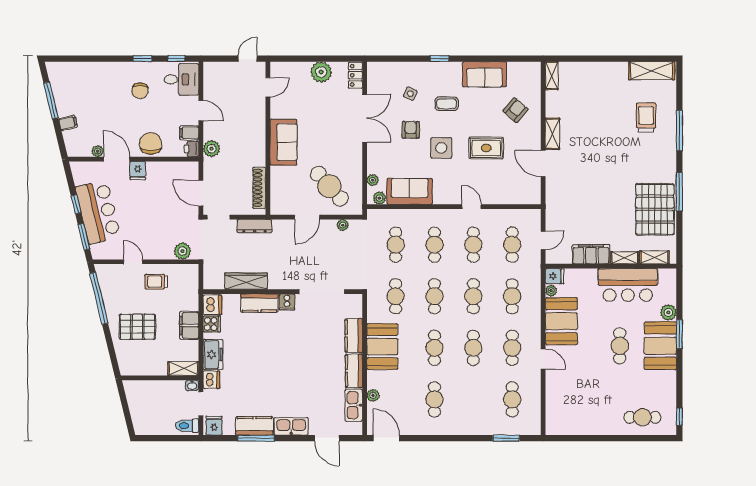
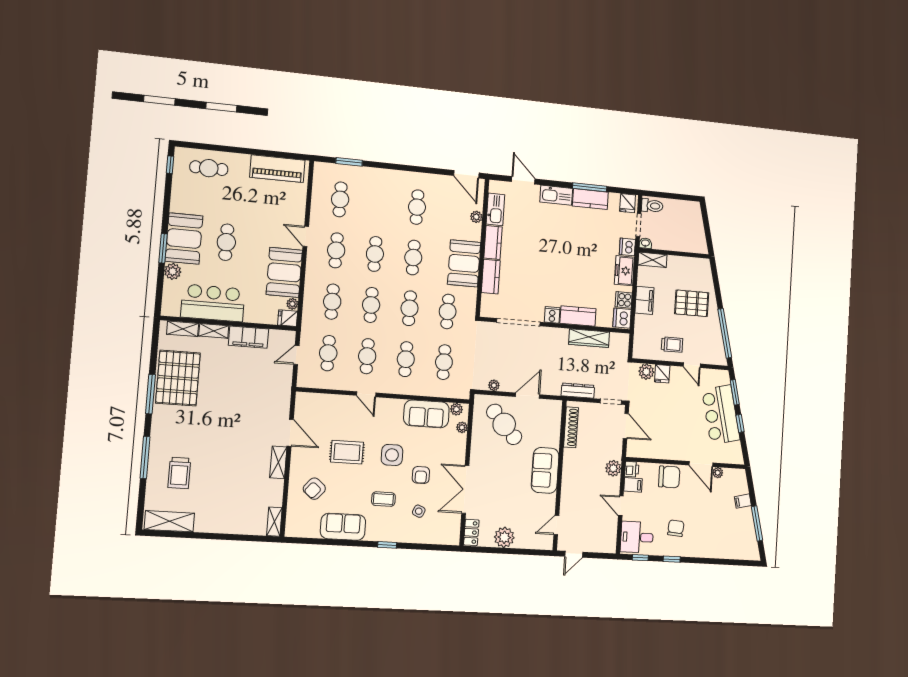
chair: (151, 143) -> (669, 477), turned -90
fridge: (138, 171) -> (662, 374), moved, turned 180
piano: (576, 424) -> (277, 169), added

